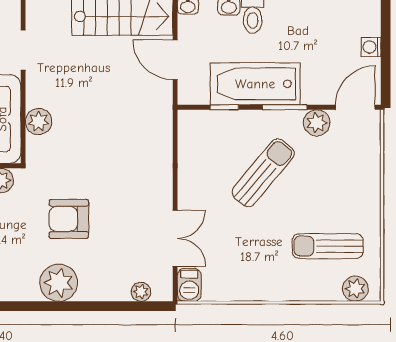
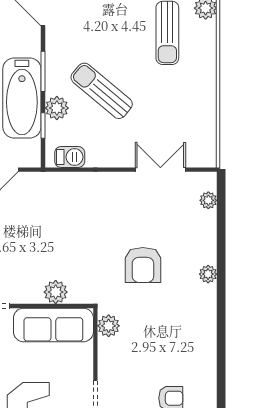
plant: (317, 123) -> (57, 108), moved
plant: (59, 283) -> (208, 274), width x0.53, depth x0.53
barbecue: (189, 285) -> (70, 157), moved

